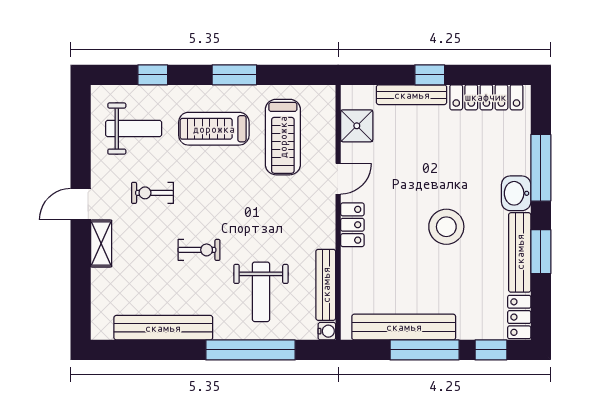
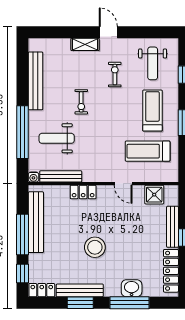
washbasin: (516, 193) -> (132, 288), moved
locker: (352, 225) -> (83, 192), moved

